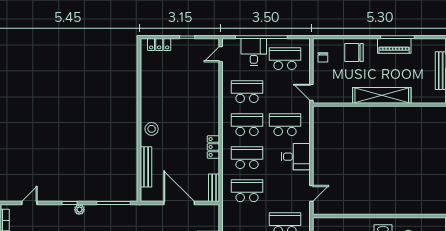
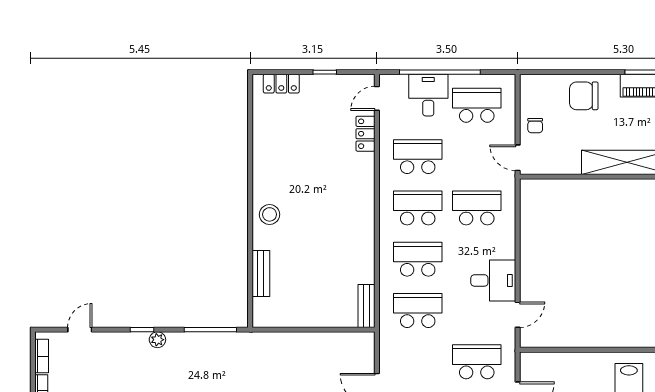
chair: (323, 57) -> (535, 126), moved
locker: (213, 147) -> (365, 134), moved
desk: (296, 157) -> (493, 280), moved
bench: (146, 167) -> (261, 273), width x0.73
door: (179, 203) -> (312, 330), removed

